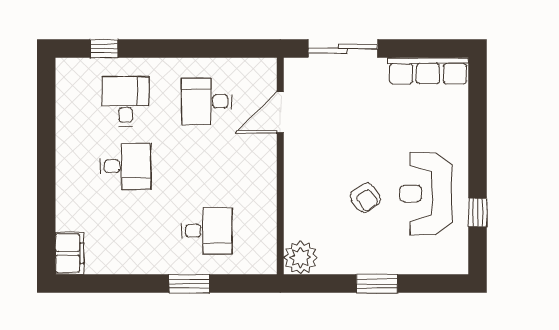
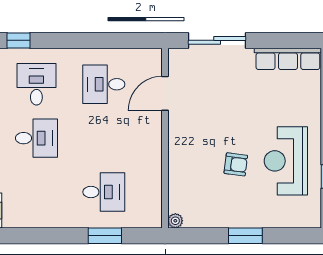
armchair: (365, 198) -> (236, 164), turned -47
plant: (301, 258) -> (175, 221), width x0.53, depth x0.53
window: (189, 284) -> (105, 236), moved

